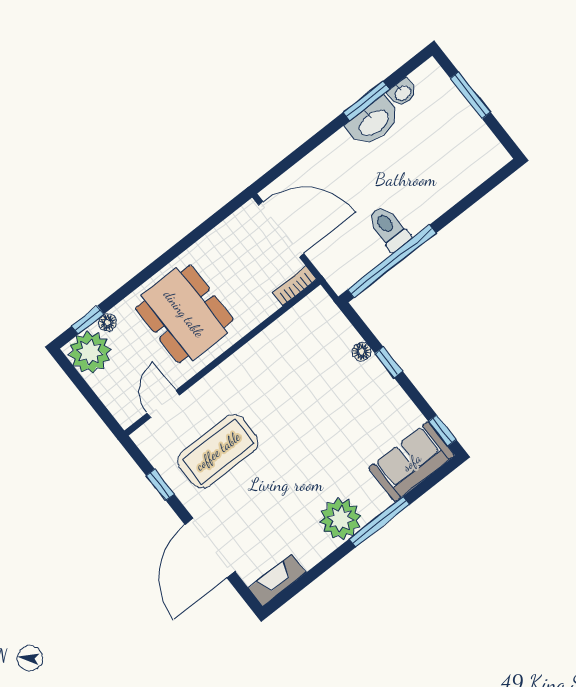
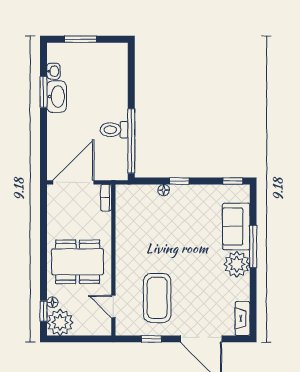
sofa: (412, 462) -> (236, 226), moved

